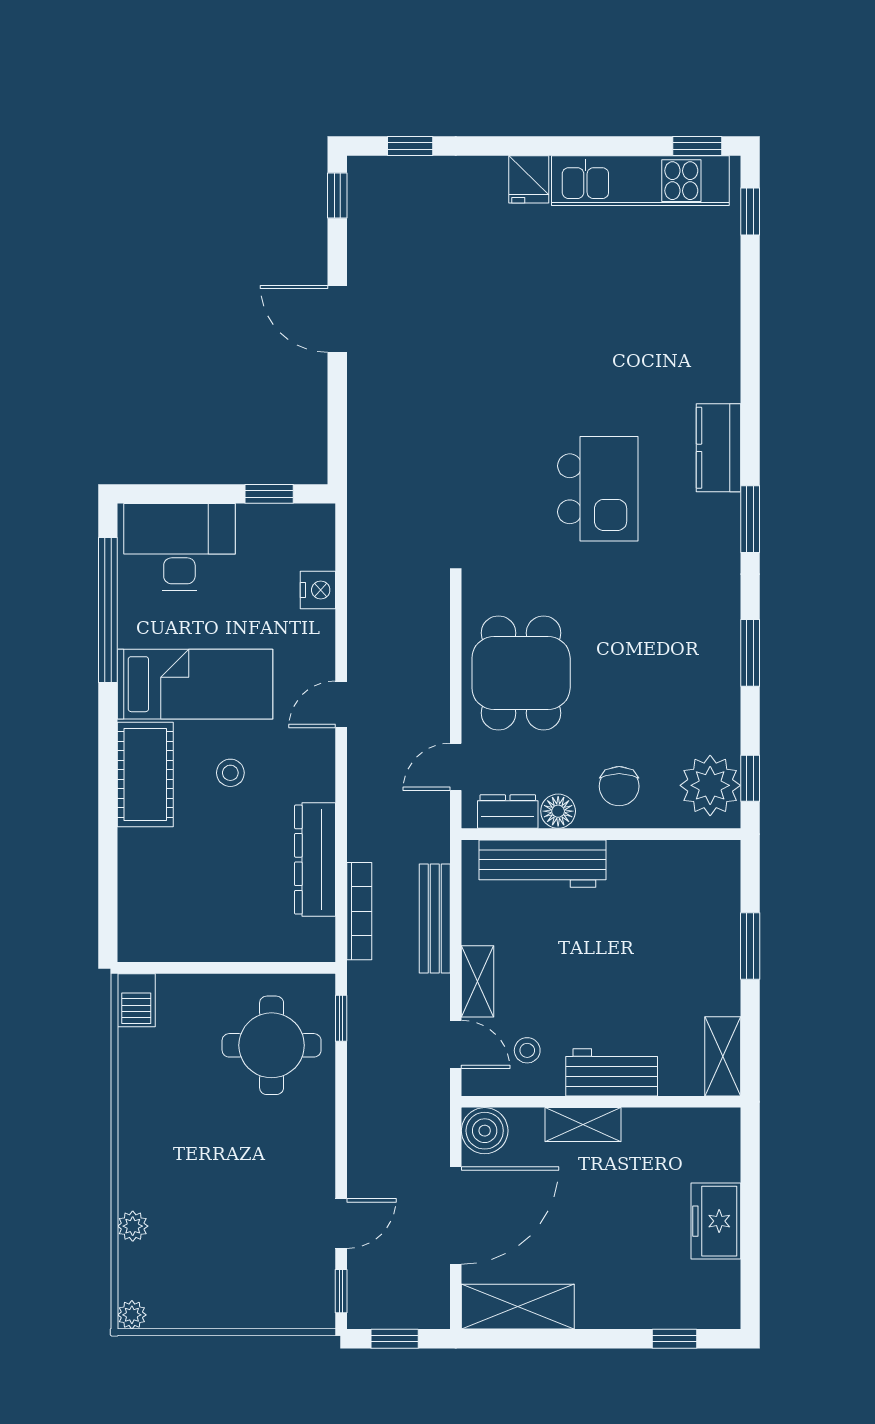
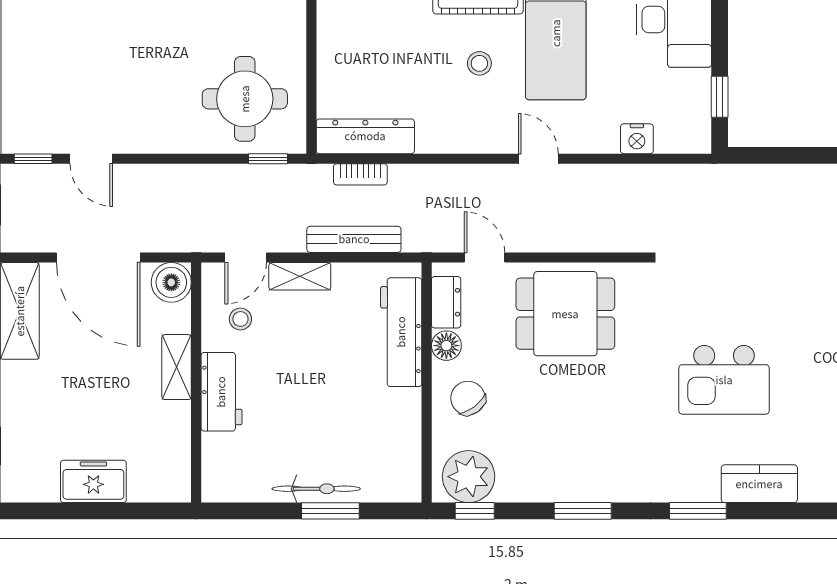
chair: (619, 786) -> (468, 398), turned 53
dresser: (315, 860) -> (365, 136), moved
bookcase: (359, 911) -> (360, 174), width x0.64
bicycle: (724, 962) -> (316, 489), added
shelving: (723, 1056) -> (235, 487), removed

